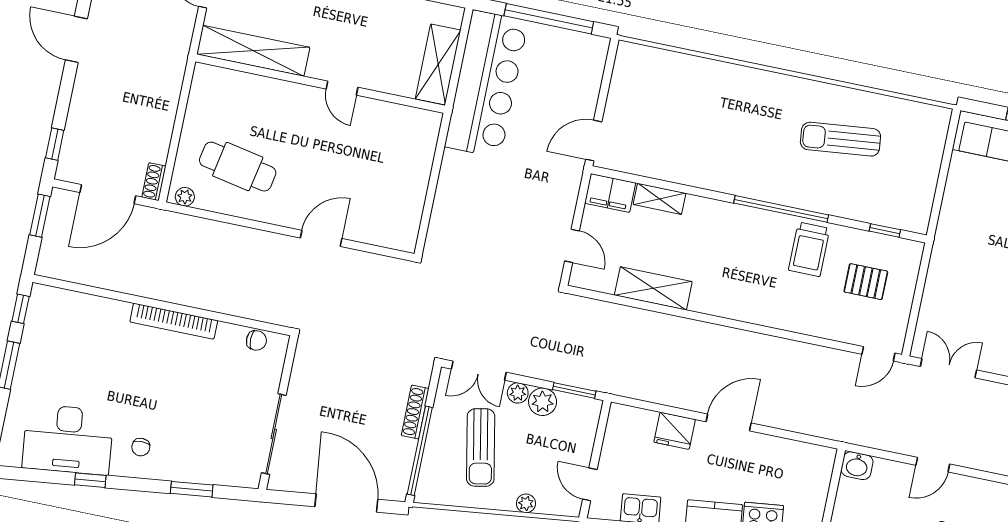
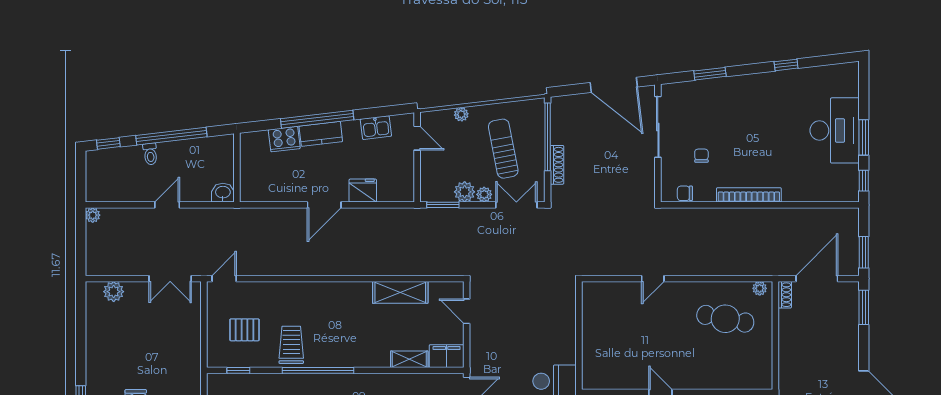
window: (55, 144) -> (864, 307), width x1.50
door: (321, 238) -> (653, 279), width x0.73
desk: (68, 439) -> (835, 130), moved, turned 97
chair: (141, 447) -> (701, 156), moved
door: (346, 503) -> (614, 85), moved

